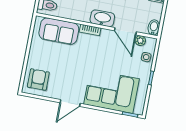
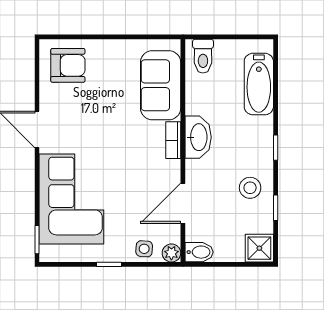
washbasin: (102, 18) -> (198, 137), moved
plant: (140, 41) -> (171, 253), moved

